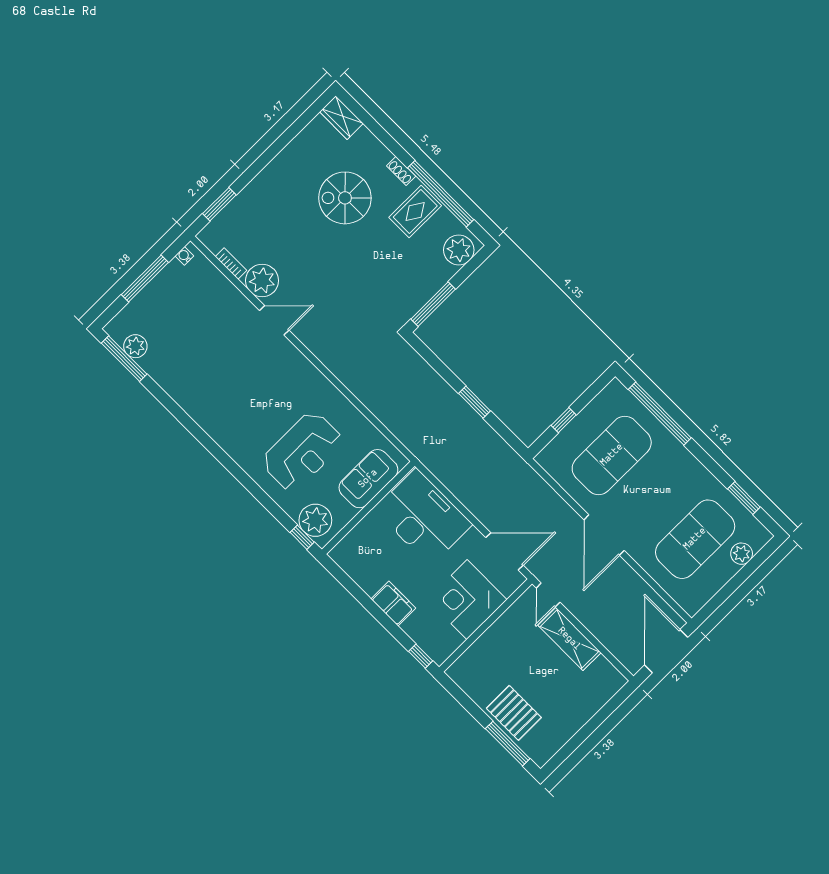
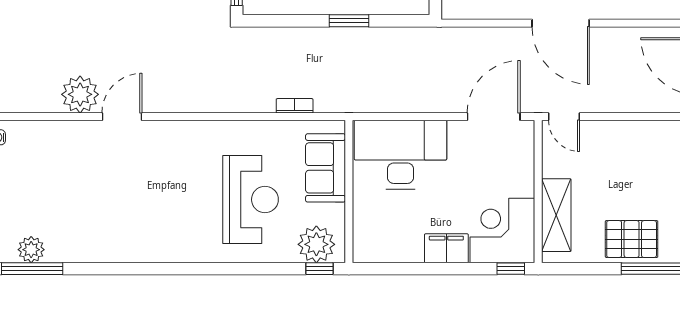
bookcase: (231, 263) -> (295, 106), moved
corner desk: (467, 600) -> (502, 230), moved, turned 90
shelving: (569, 639) -> (556, 215), moved, turned 90

